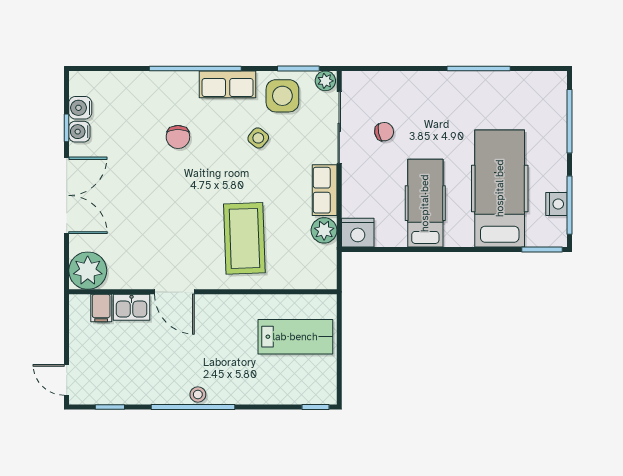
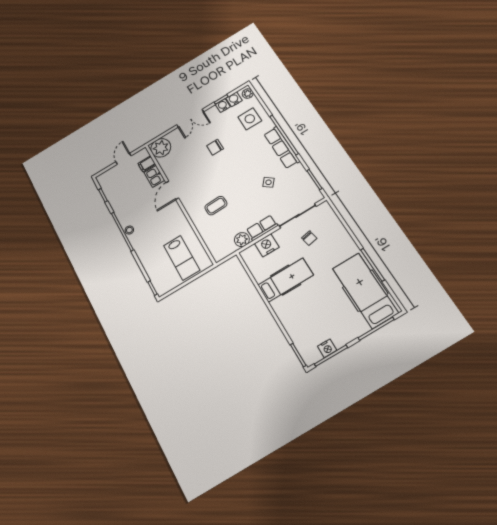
plant: (325, 81) -> (248, 94), moved
row of seats: (228, 84) -> (282, 147), width x1.48
side table: (282, 96) -> (250, 119), moved
chair: (178, 137) -> (215, 147), moved
hospital bed: (500, 188) -> (365, 291), moved, turned -90
double door: (67, 195) -> (190, 118), width x0.73
nightstand: (358, 233) -> (267, 245), moved, turned 90
coffee table: (244, 238) -> (216, 206), width x0.54, depth x0.58
door: (67, 380) -> (123, 159), moved

